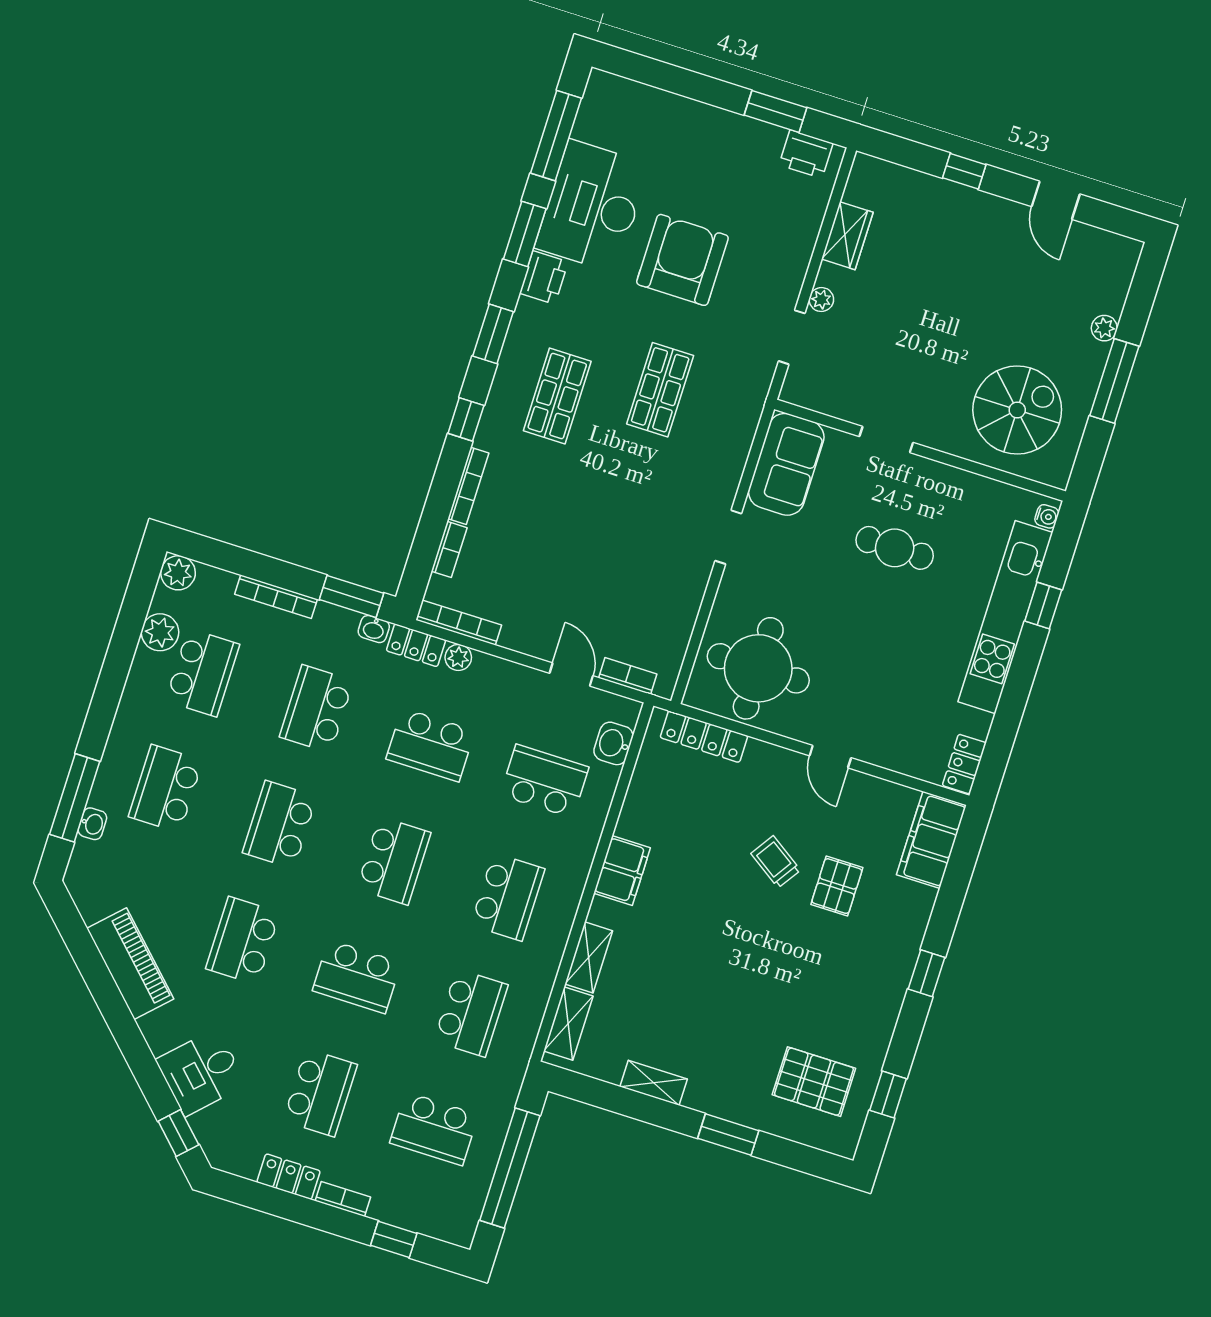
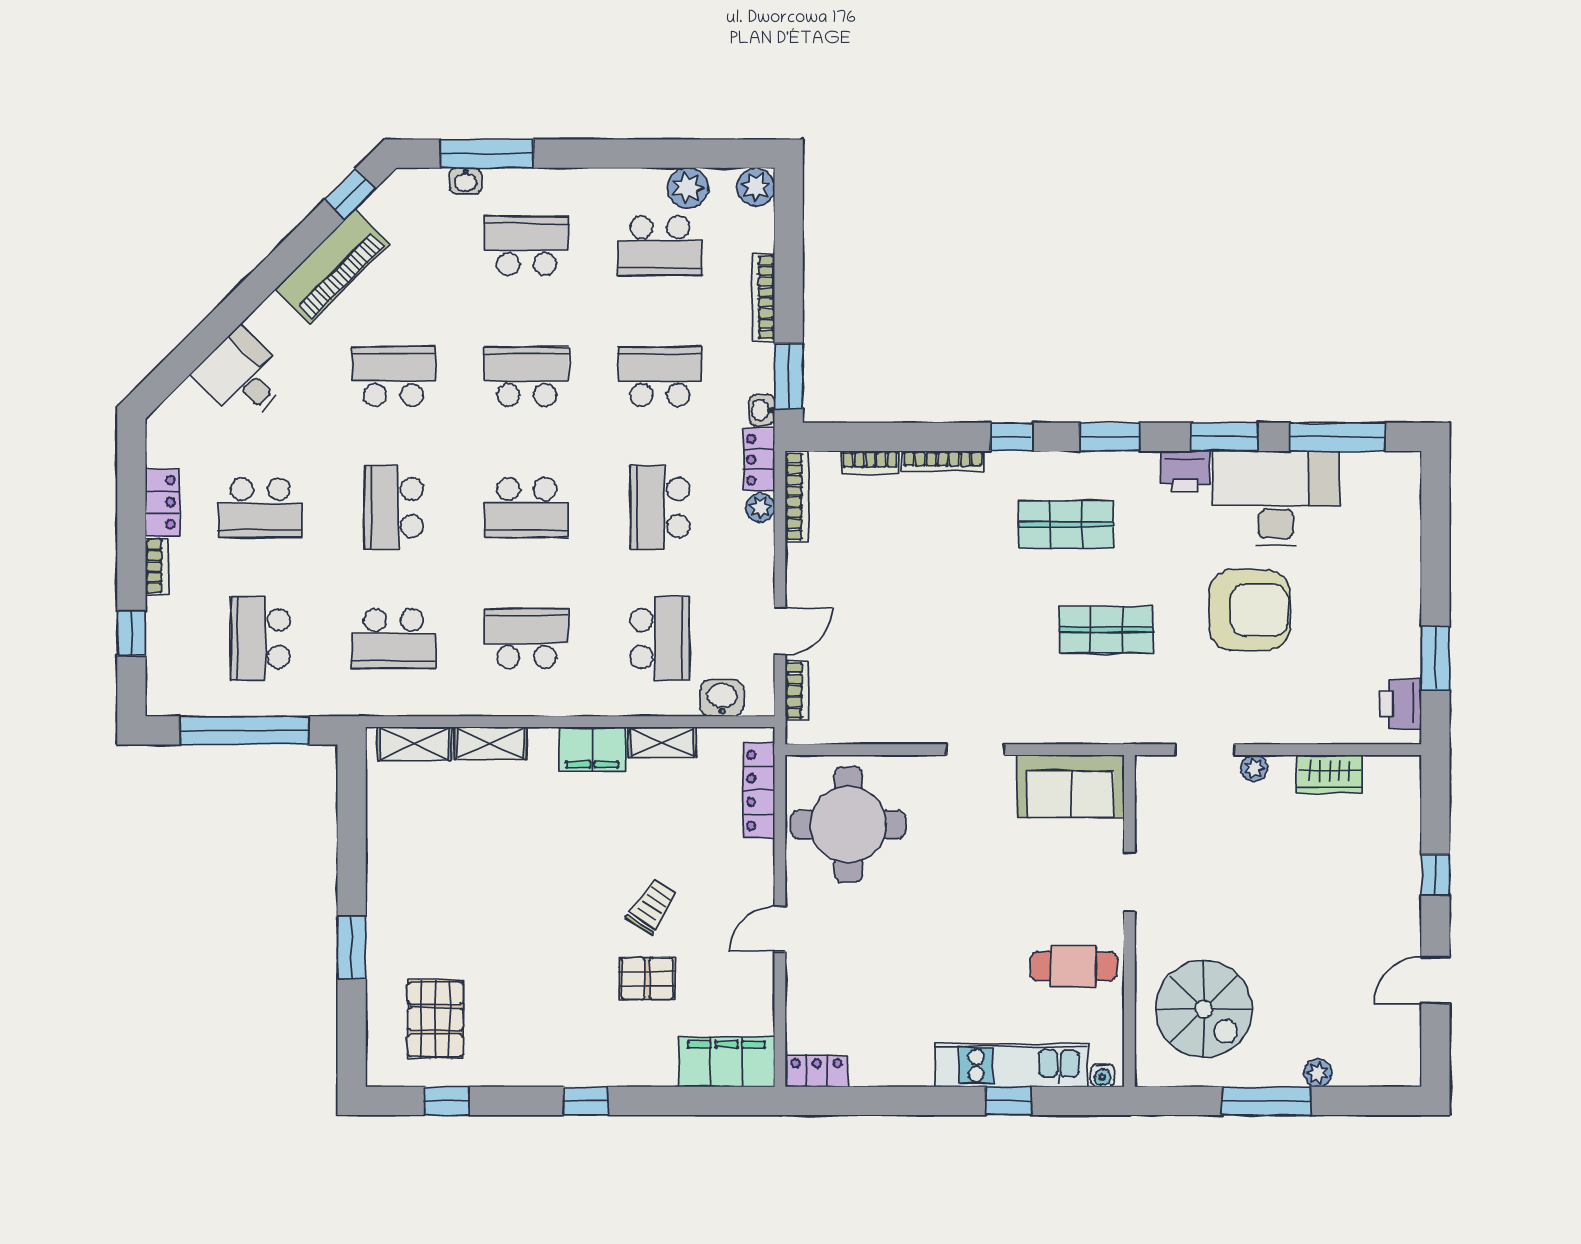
cafe table: (895, 548) -> (1074, 966), moved, turned 90
kitchen unit: (1005, 617) -> (1011, 1065), width x0.73
school desk: (508, 897) -> (527, 638), turned 180
shelving: (654, 1083) -> (662, 742), moved, turned 90
window: (178, 1133) -> (350, 194), moved

